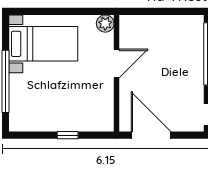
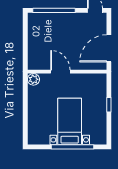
bed with nightstands: (43, 44) -> (70, 121), moved

